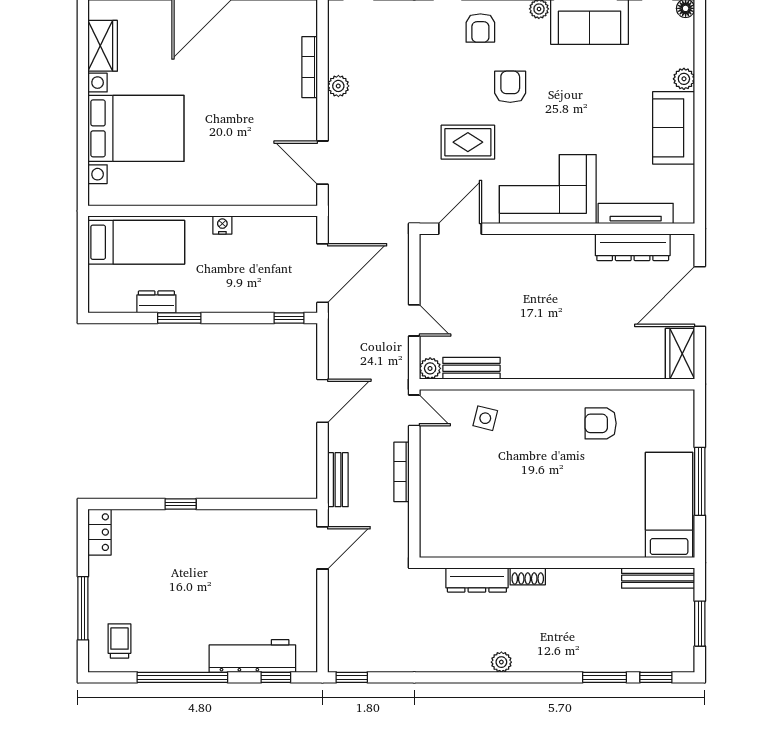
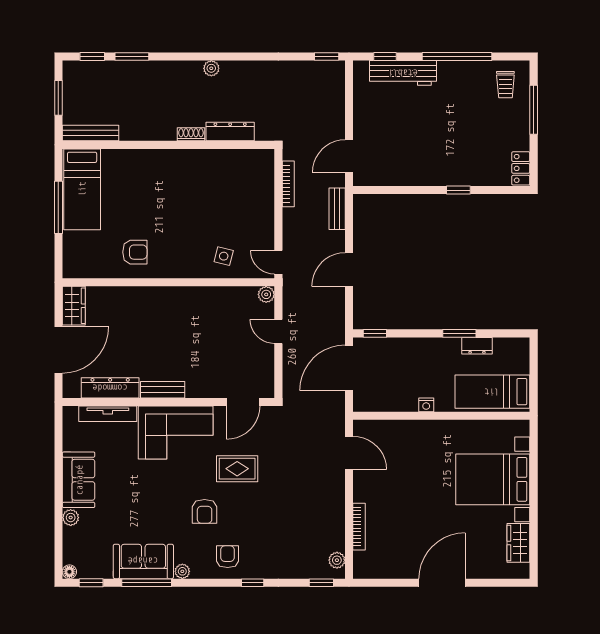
plant: (338, 86) -> (337, 560), moved
bench: (471, 368) -> (163, 390), moved
bookcase: (402, 472) -> (288, 184), moved

